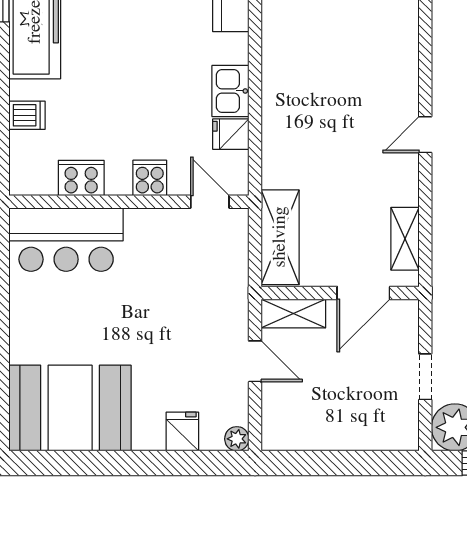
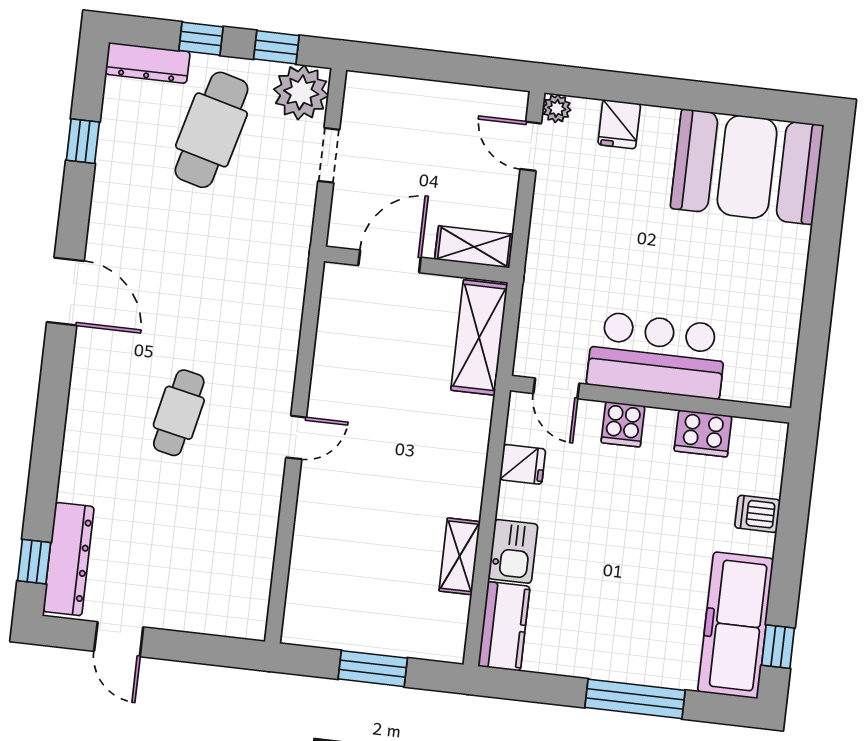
kitchen sink: (230, 91) -> (513, 551), moved
shelving: (405, 239) -> (460, 556), moved
bar counter: (66, 240) -> (657, 355), moved
door: (255, 361) -> (531, 146), moved

